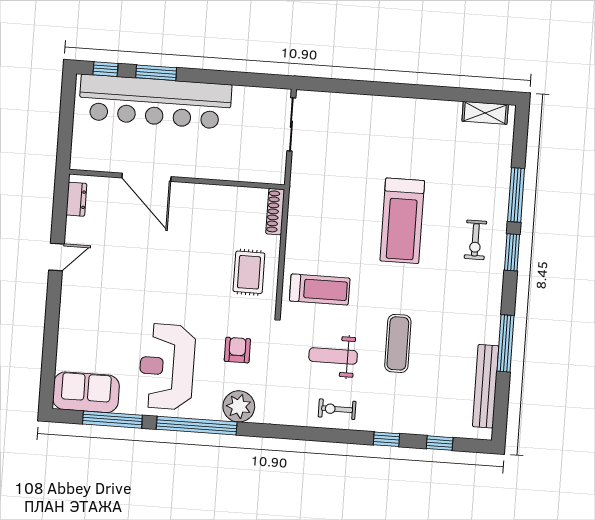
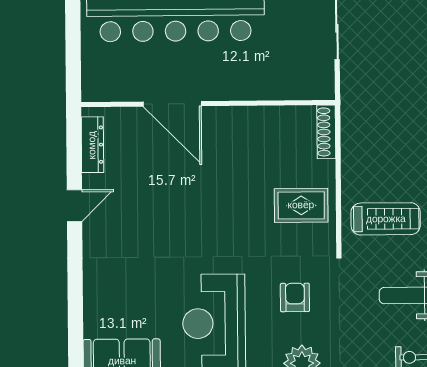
dresser: (76, 199) -> (92, 145), width x1.44
rug: (249, 272) -> (301, 205), turned 90

